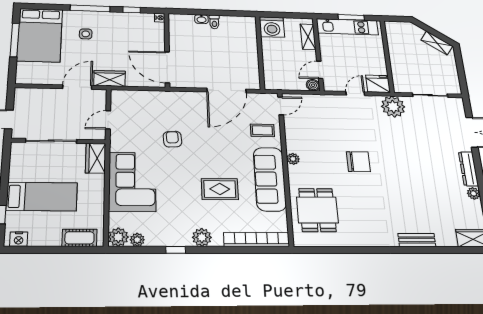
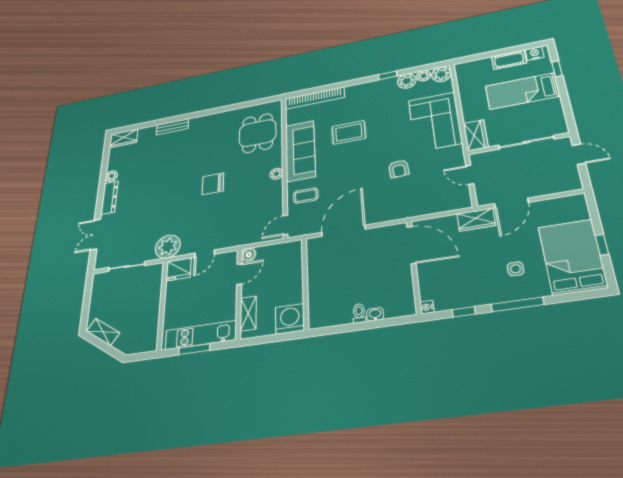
window: (15, 40) -> (602, 245), width x0.46
door: (108, 120) -> (470, 175), swing flipped
plant: (202, 237) -> (407, 81), moved
cot: (79, 238) -> (509, 60), moved

